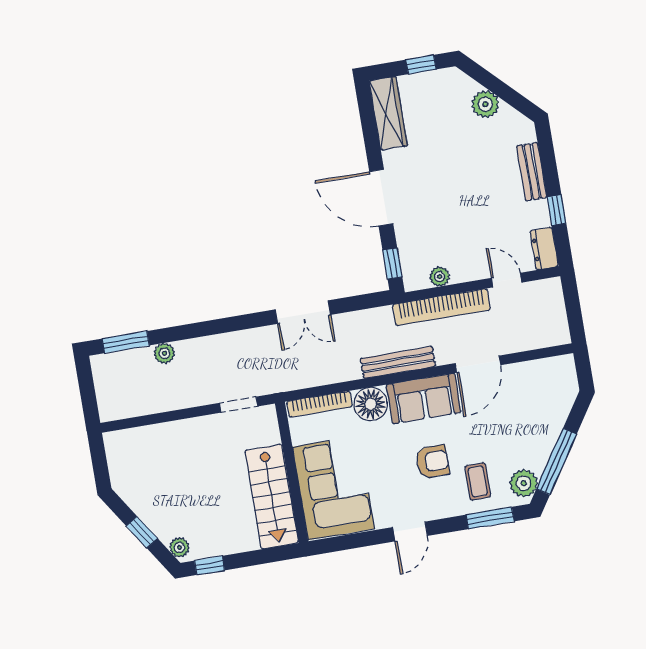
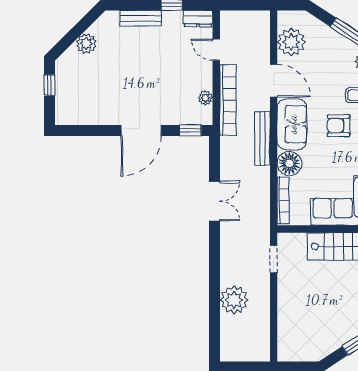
wardrobe: (388, 113) -> (81, 115), removed
door: (506, 280) -> (216, 50), hinge flipped
window: (126, 342) -> (214, 333), removed
plant: (164, 353) -> (234, 300), width x1.87, depth x1.87
plant: (534, 379) -> (291, 42), added
armchair: (432, 462) -> (339, 126), turned -90

